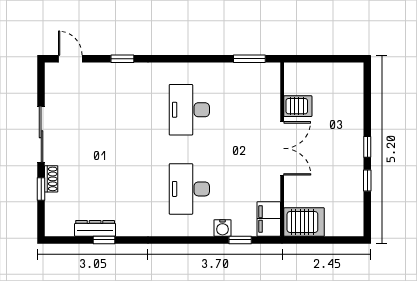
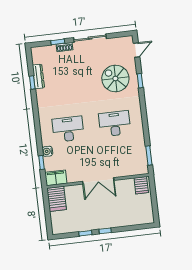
spiral stairs: (114, 100) -> (115, 78), added
server rack: (298, 106) -> (141, 185), moved

